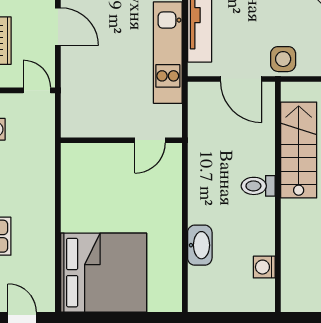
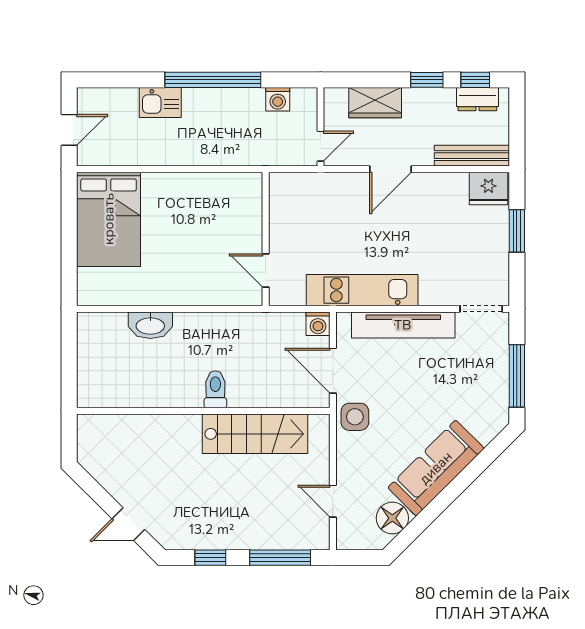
door: (241, 79) -> (333, 371), hinge flipped
washing machine: (264, 267) -> (318, 324), moved, turned 180
bed: (104, 273) -> (109, 219), width x0.73

